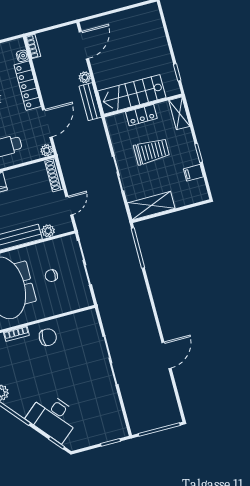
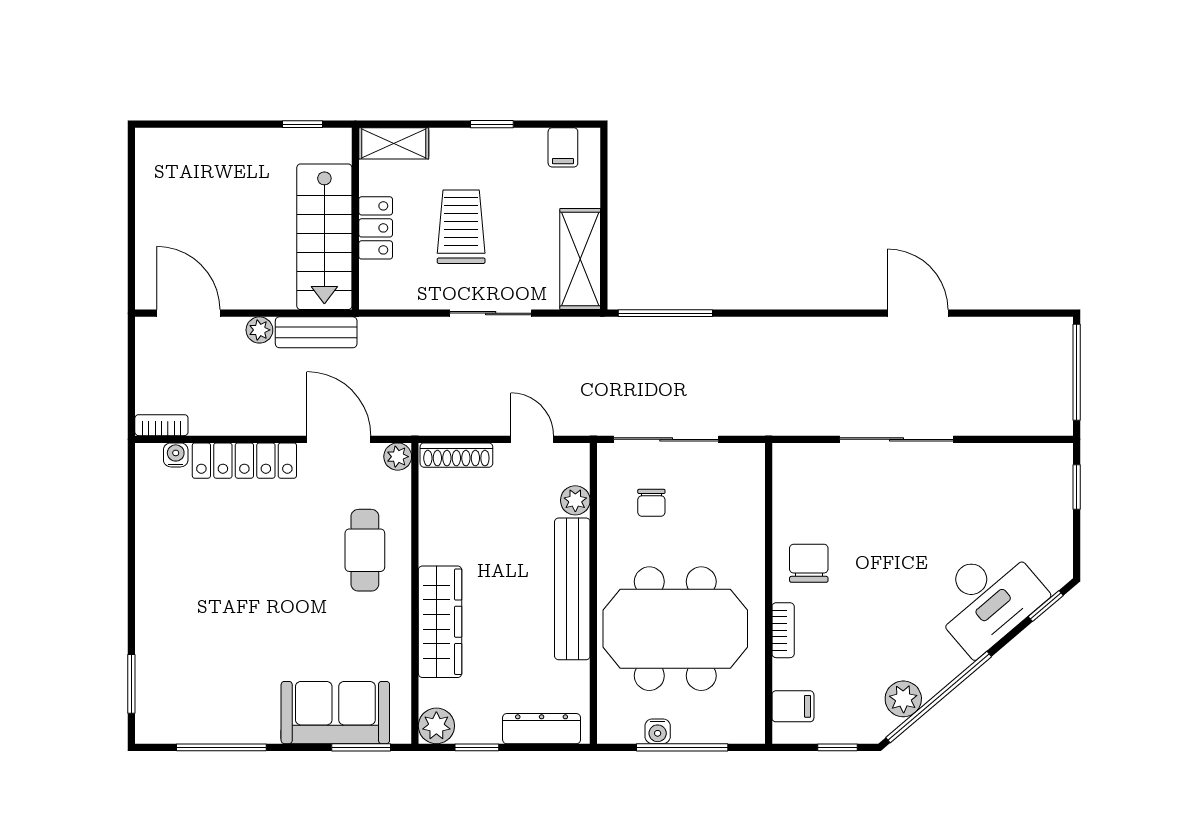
filing cabinet: (193, 173) -> (563, 147), moved
chair: (51, 276) -> (651, 503), moved

